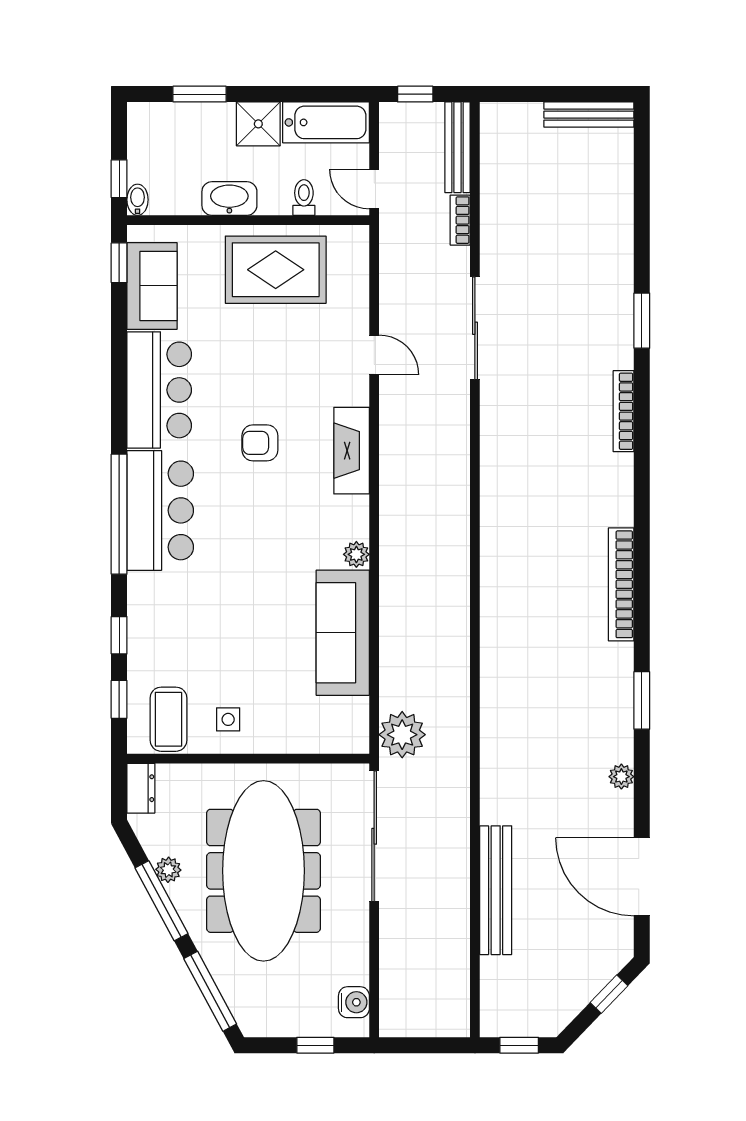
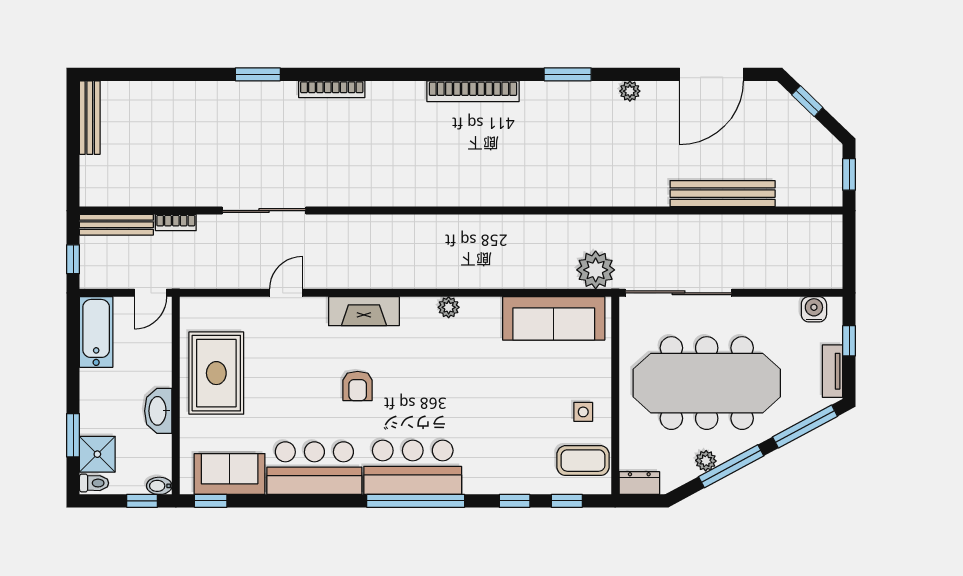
shower: (258, 124) -> (97, 454), moved
toilet: (304, 198) -> (94, 483), moved, turned 180
sofa: (343, 633) -> (554, 318), moved
tv unit: (278, 1025) -> (833, 371), added

